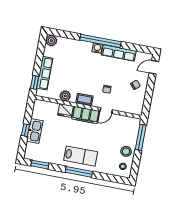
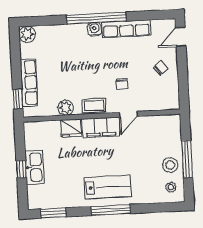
window: (141, 137) -> (187, 159), moved

